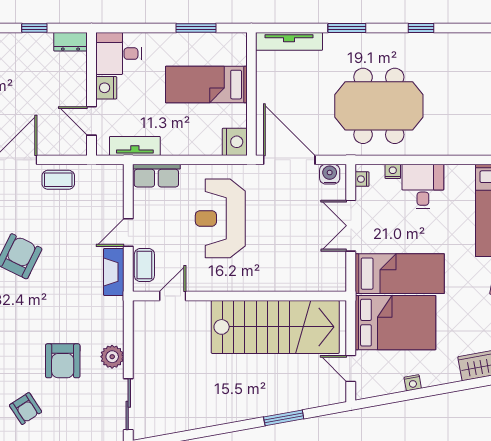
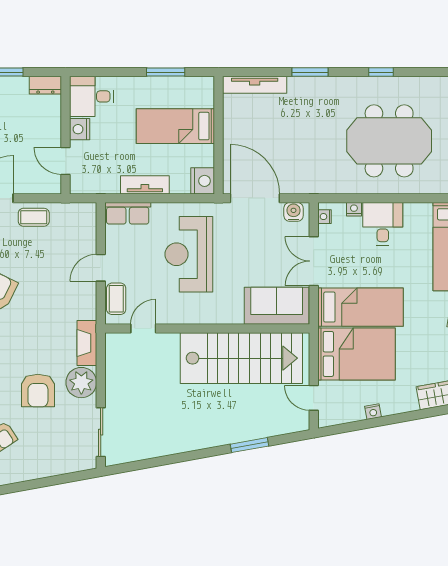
meeting table: (379, 106) -> (389, 141), moved
tv unit: (135, 146) -> (145, 185), moved
fireplace: (114, 272) -> (87, 343), moved
sofa: (312, 272) -> (277, 306), added
plant: (112, 357) -> (81, 383), width x1.36, depth x1.36

